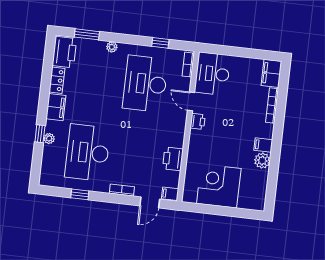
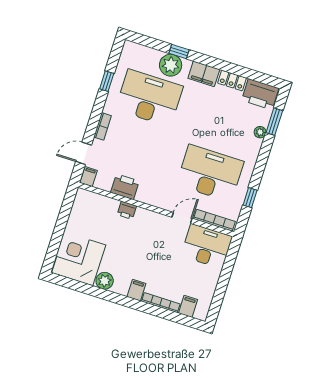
plant: (112, 47) -> (260, 132), moved
bookcase: (188, 65) -> (214, 220), width x1.56
filing cabinet: (271, 73) -> (188, 306), width x0.50
printer: (198, 121) -> (127, 210), moved
plant: (49, 138) -> (171, 65), width x1.88, depth x1.88
filing cabinet: (263, 145) -> (136, 290), moved
corner desk: (219, 186) -> (79, 259), moved, turned -90
door: (150, 202) -> (84, 153), hinge flipped

